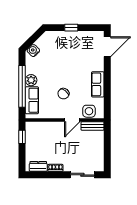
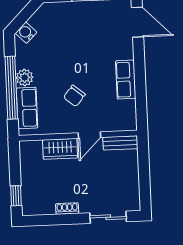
door: (107, 47) -> (137, 22), hinge flipped
side table: (89, 111) -> (114, 121), removed
wardrobe: (52, 128) -> (60, 149), added
window: (22, 137) -> (16, 196), moved
dresser: (38, 166) -> (41, 208), removed

